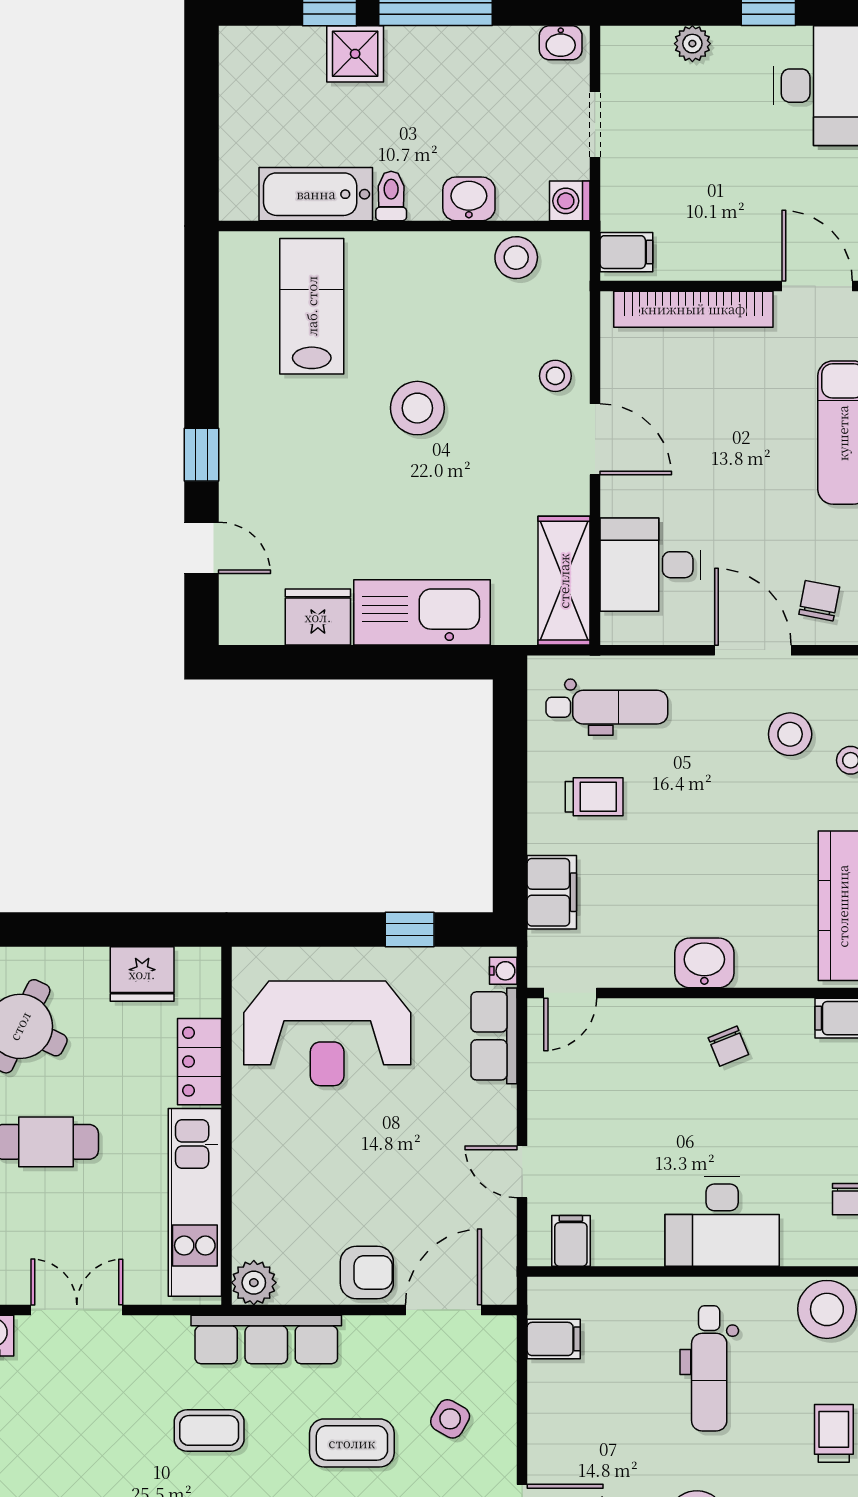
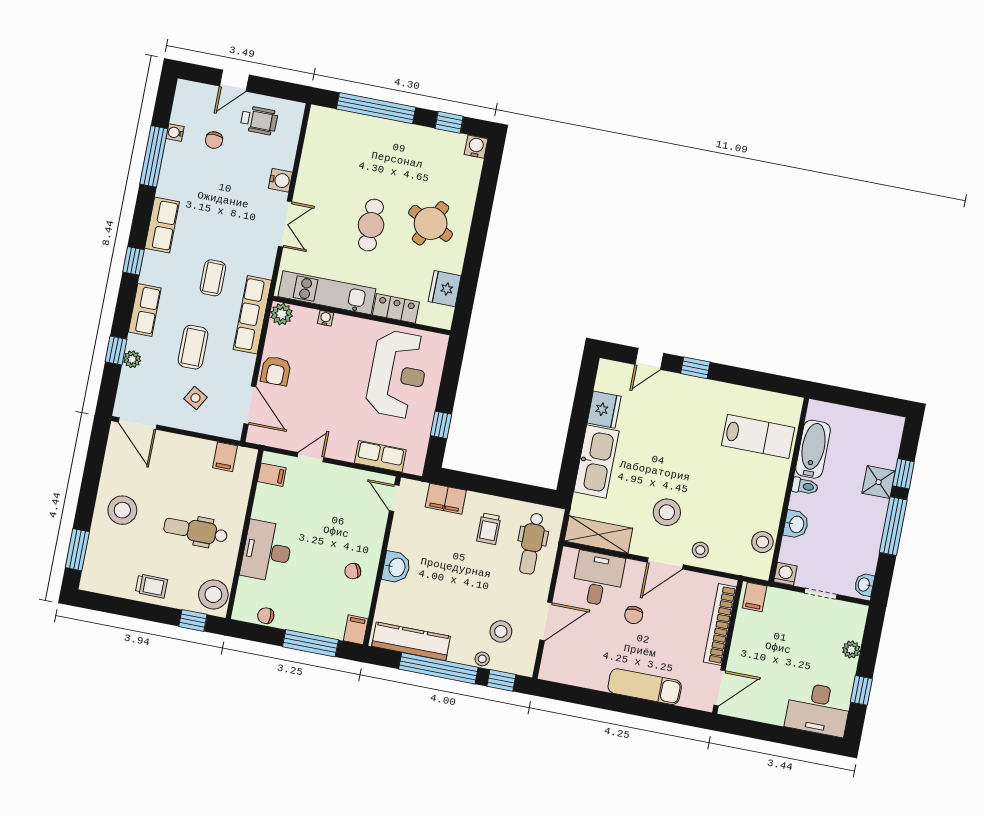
stool: (417, 408) -> (667, 512), moved
chair: (819, 601) -> (634, 615), moved, turned 78
water cooler: (503, 971) -> (325, 318), moved, turned 180
reception desk: (327, 1033) -> (398, 374), turned 180

